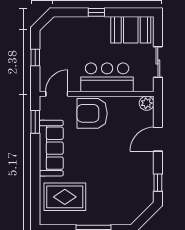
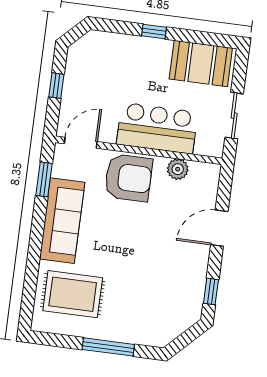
plant: (147, 103) -> (178, 169), moved
armchair: (92, 113) -> (128, 178), turned 180

